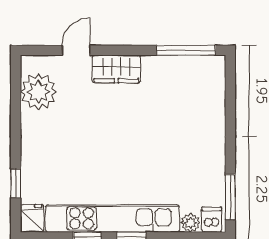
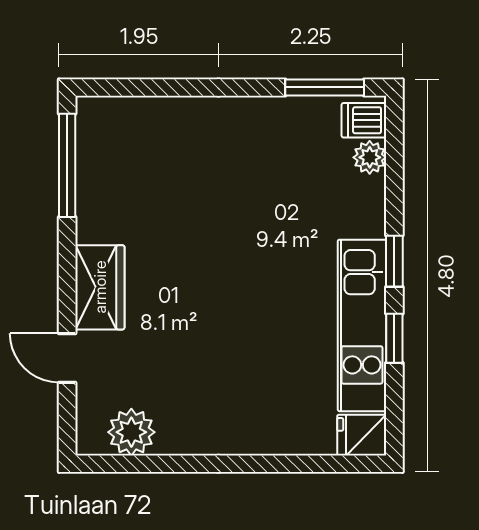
plant: (39, 92) -> (131, 432), width x0.73, depth x0.73
window: (16, 183) -> (301, 464), removed
kitchen unit: (112, 218) -> (362, 325), width x0.73

